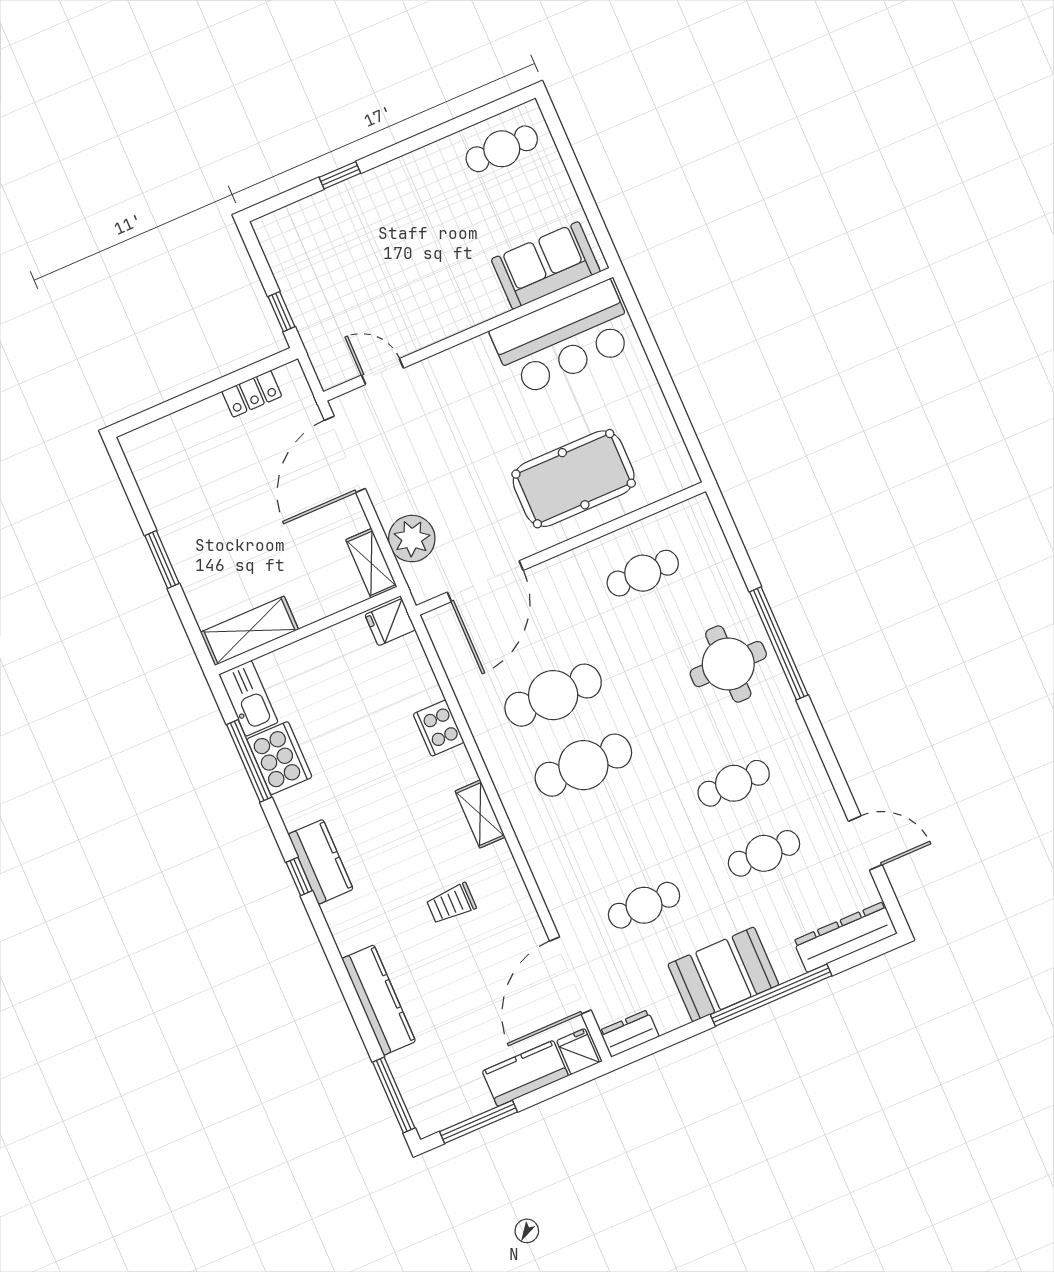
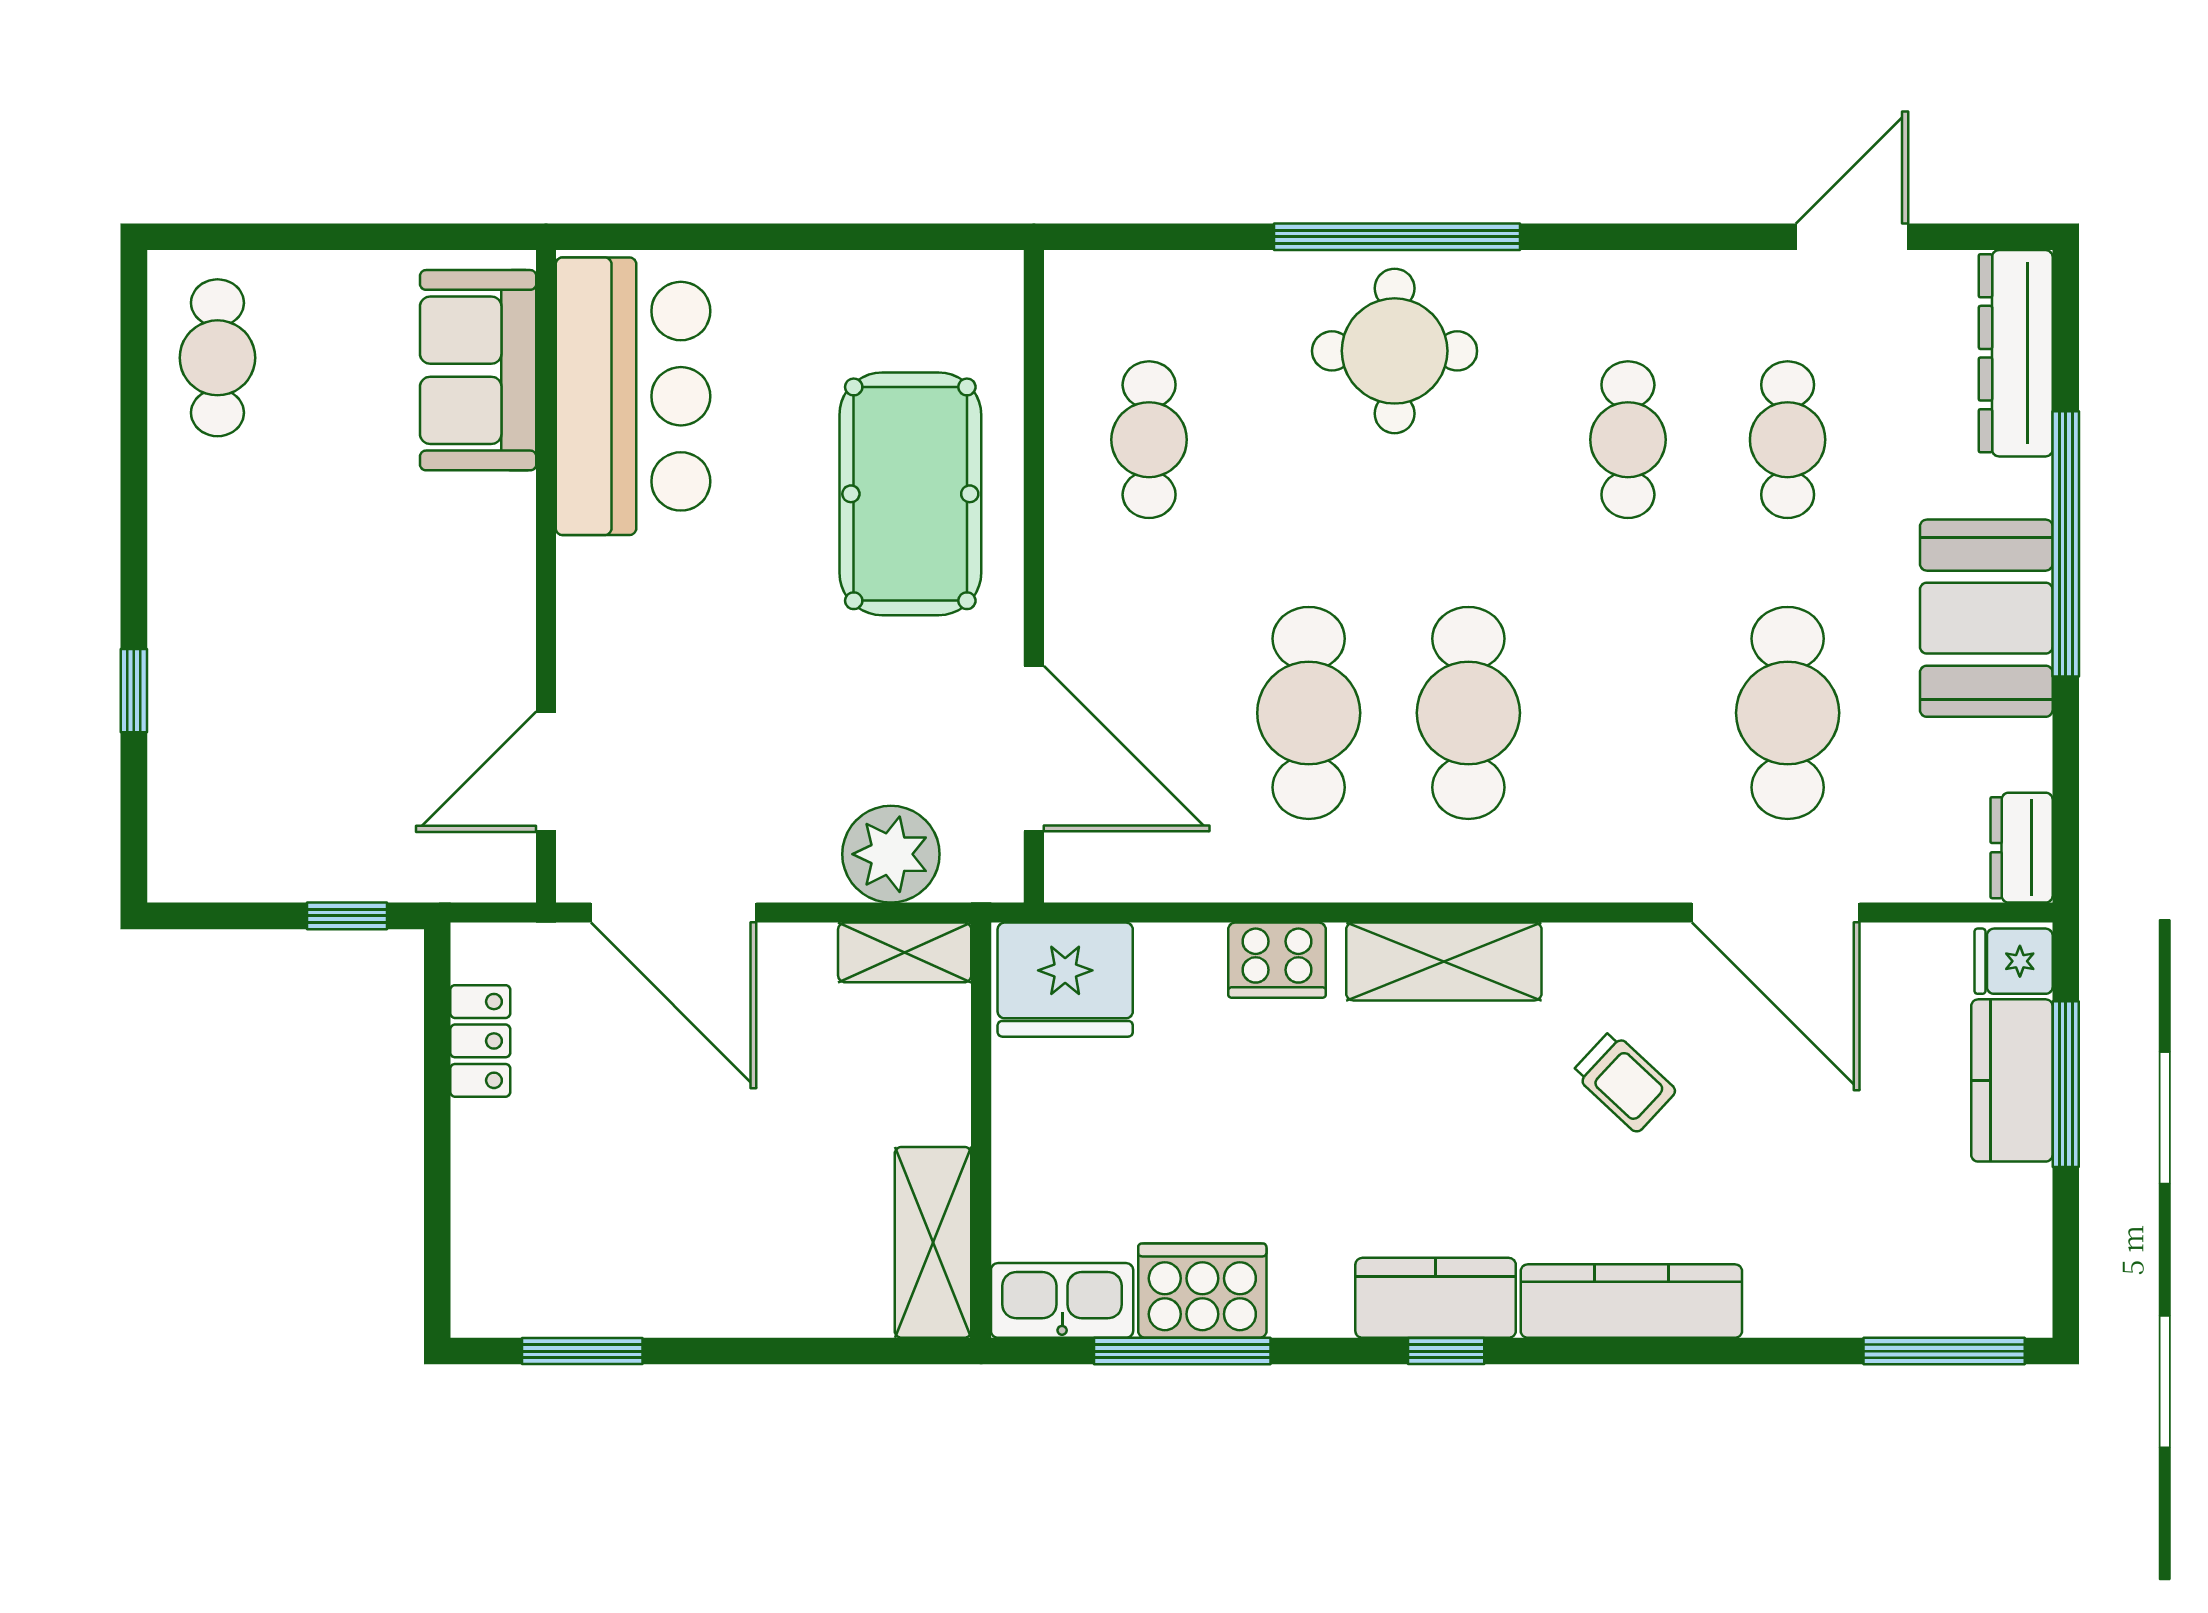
door: (382, 372) -> (546, 772), width x1.38
window: (162, 559) -> (582, 1351), moved
fridge: (390, 622) -> (1065, 980), width x1.88, depth x1.34
shelving: (480, 814) -> (1444, 961), width x1.50, depth x1.33
trolley: (451, 904) -> (1624, 1082), turned -47
cafe table: (644, 905) -> (1788, 713), width x1.37, depth x1.35
door: (570, 975) -> (1776, 913), moved
kitchen counter: (379, 1000) -> (1631, 1301), moved
window: (478, 1122) -> (2066, 1084), moved

